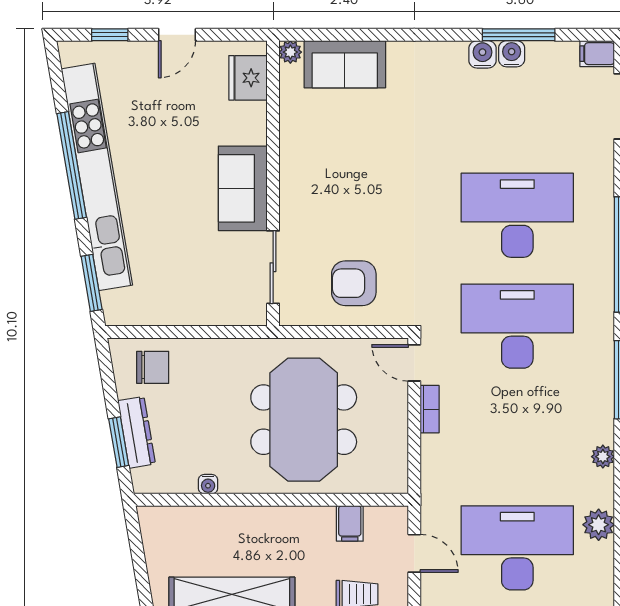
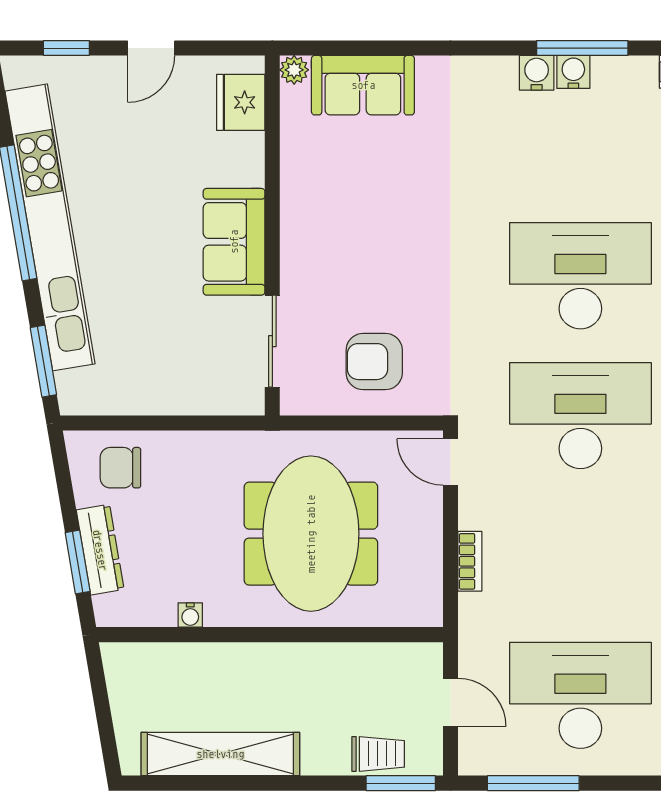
chair: (153, 367) -> (120, 468), turned 180
bookcase: (430, 409) -> (470, 561), moved
filing cabinet: (350, 523) -> (369, 664), removed

